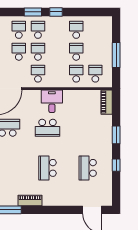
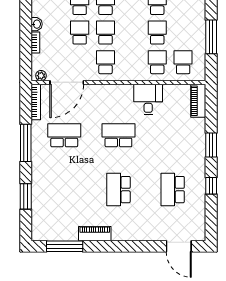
desk: (52, 101) -> (148, 99), moved
school desk: (48, 128) -> (118, 135), turned 180

